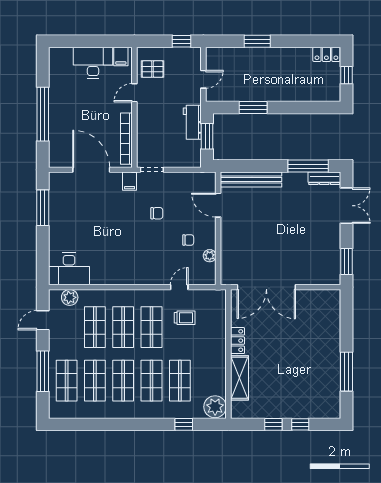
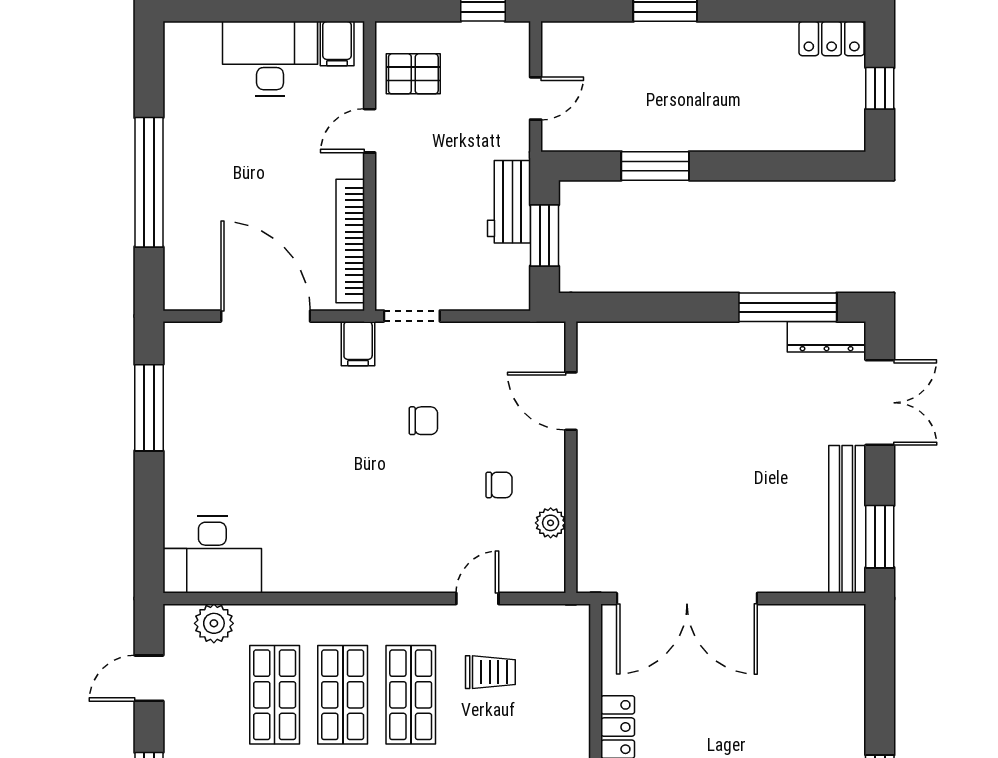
bench: (251, 180) -> (847, 519), moved, turned 90

